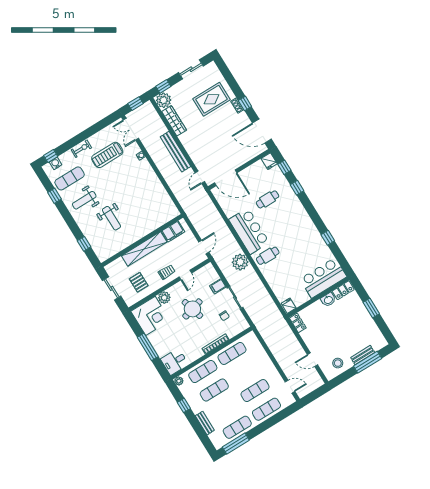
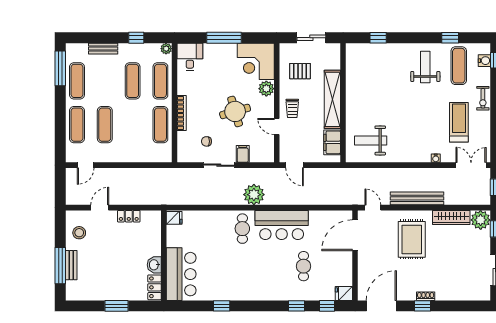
rug: (211, 99) -> (412, 239), moved
weight bench: (111, 218) -> (371, 140), moved
locker: (298, 323) -> (129, 216), moved

